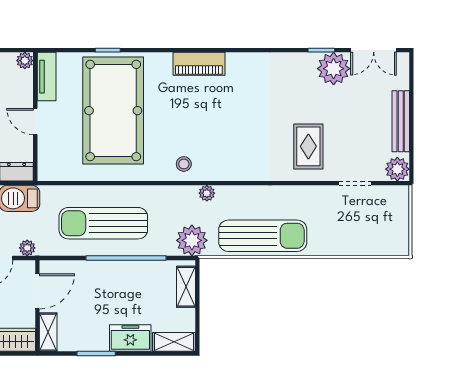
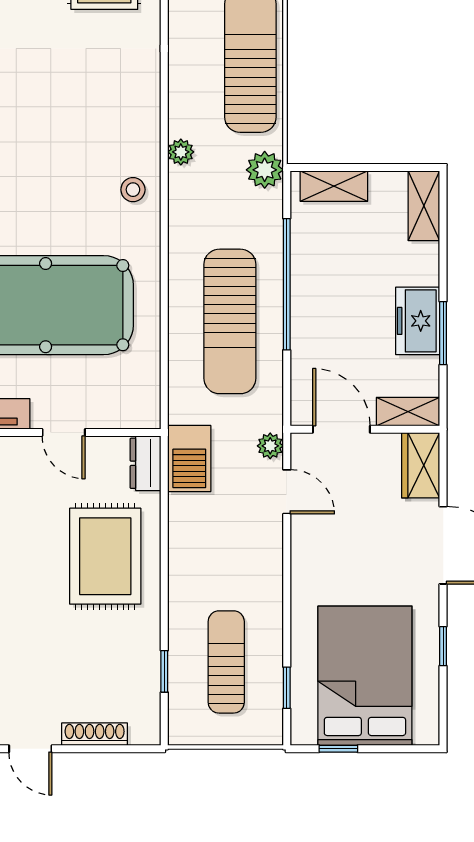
door: (35, 122) -> (64, 433), hinge flipped
plant: (192, 240) -> (265, 170), width x0.73, depth x0.73
freezer: (130, 338) -> (418, 321), moved

